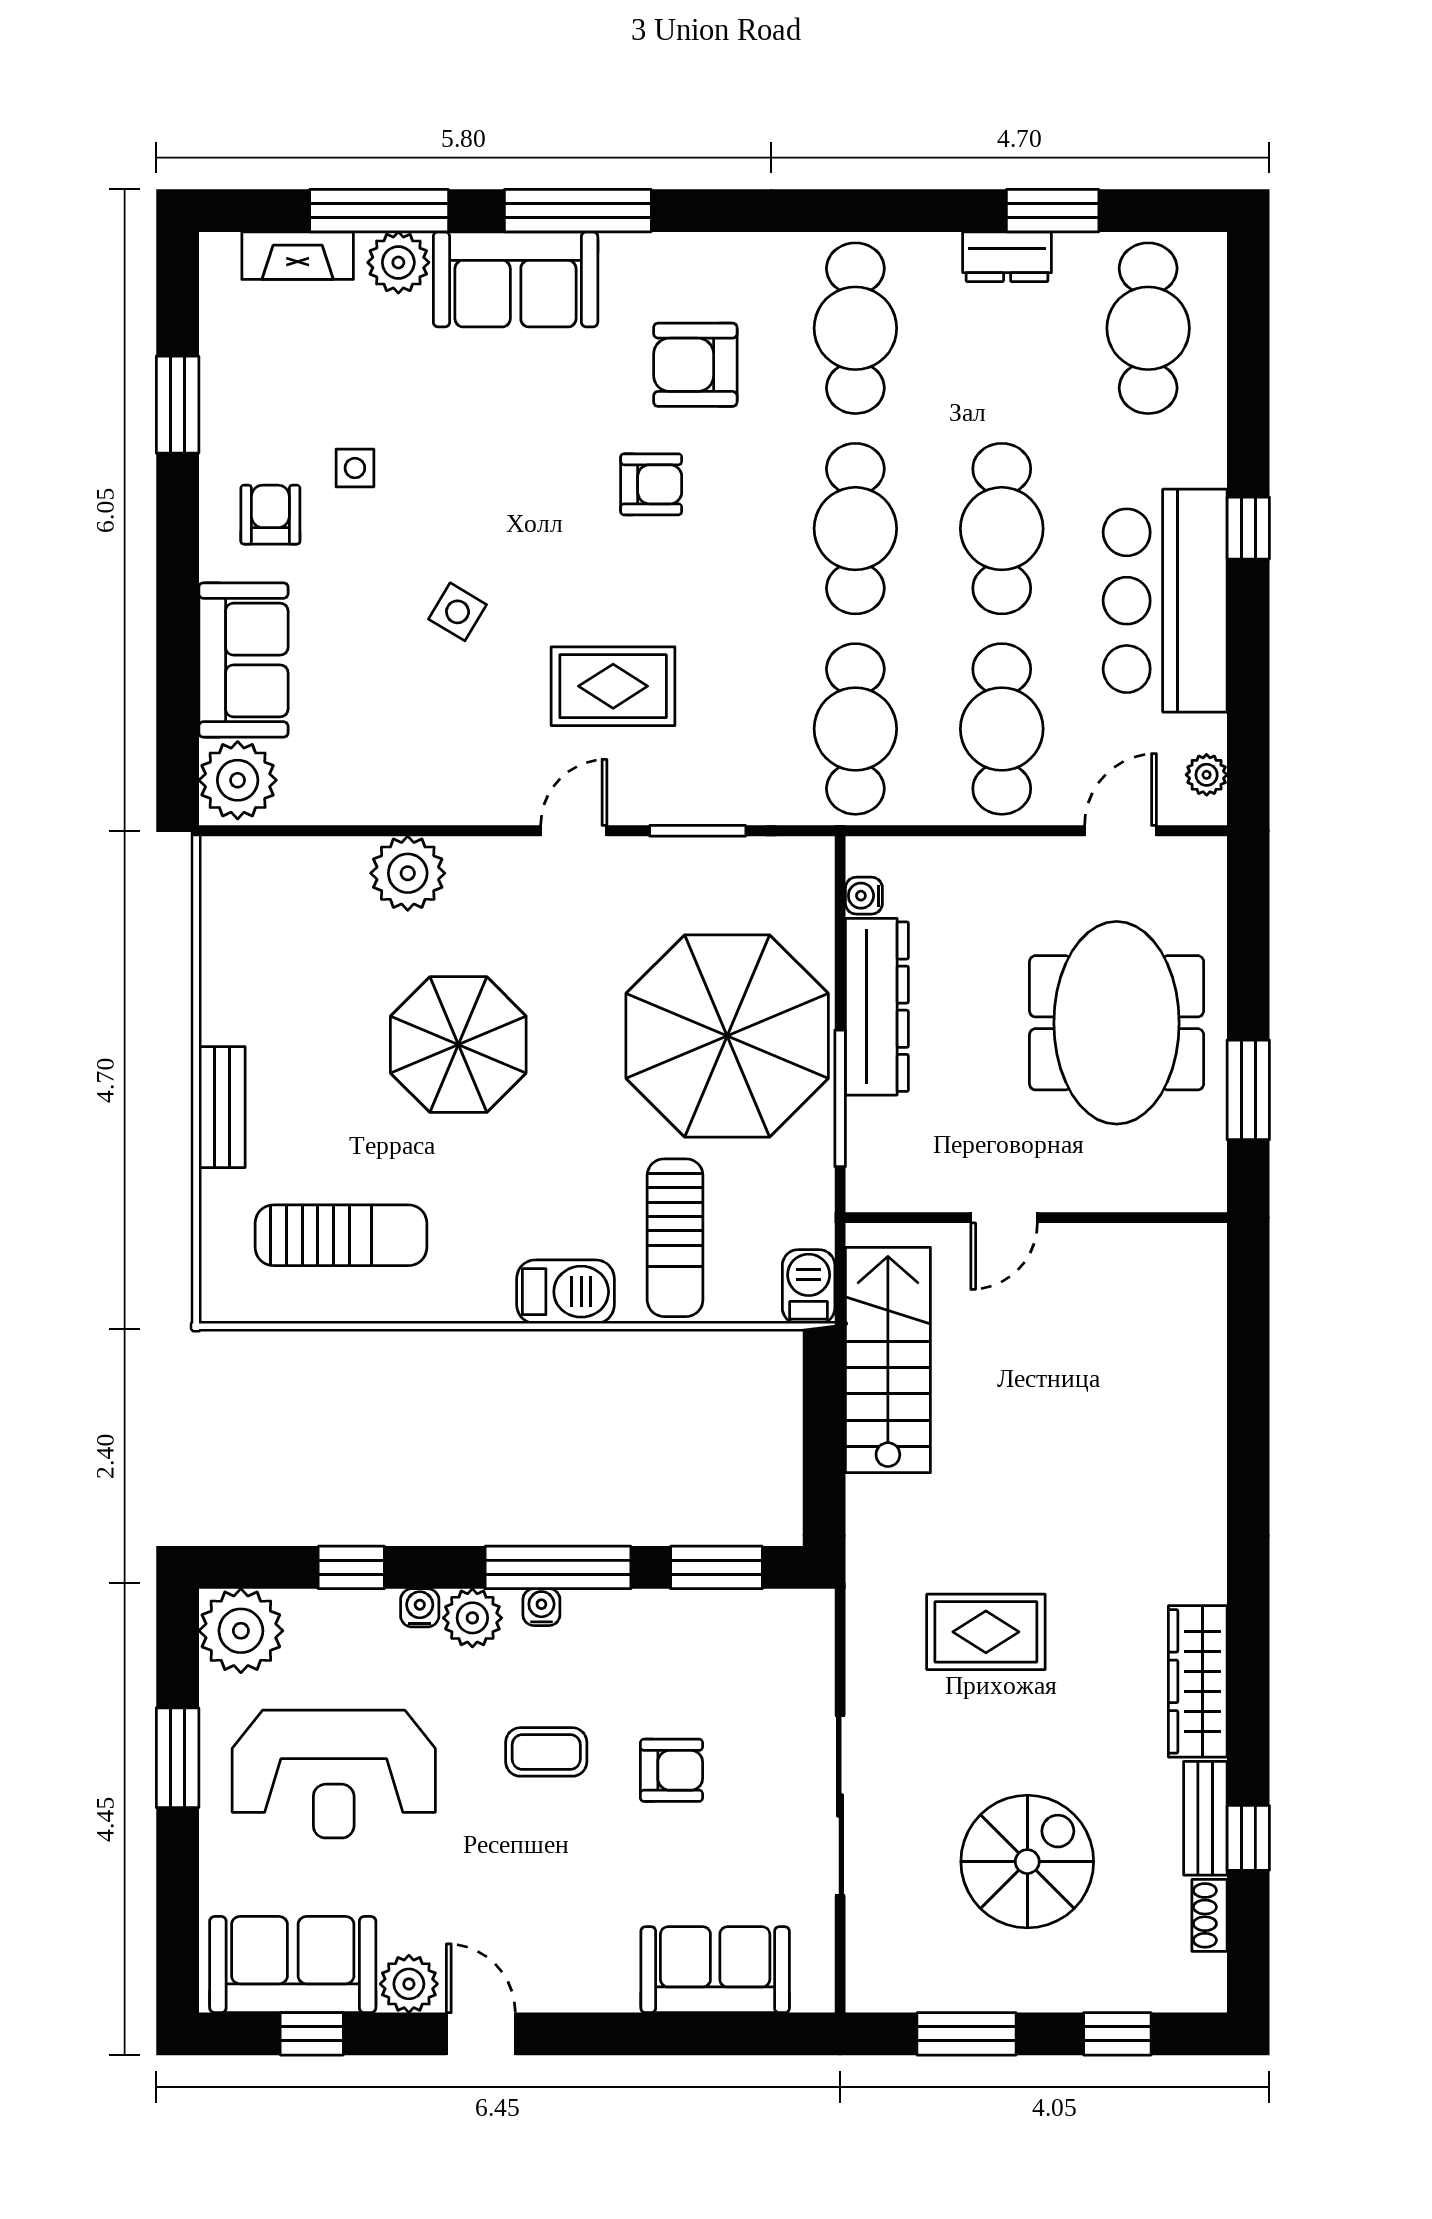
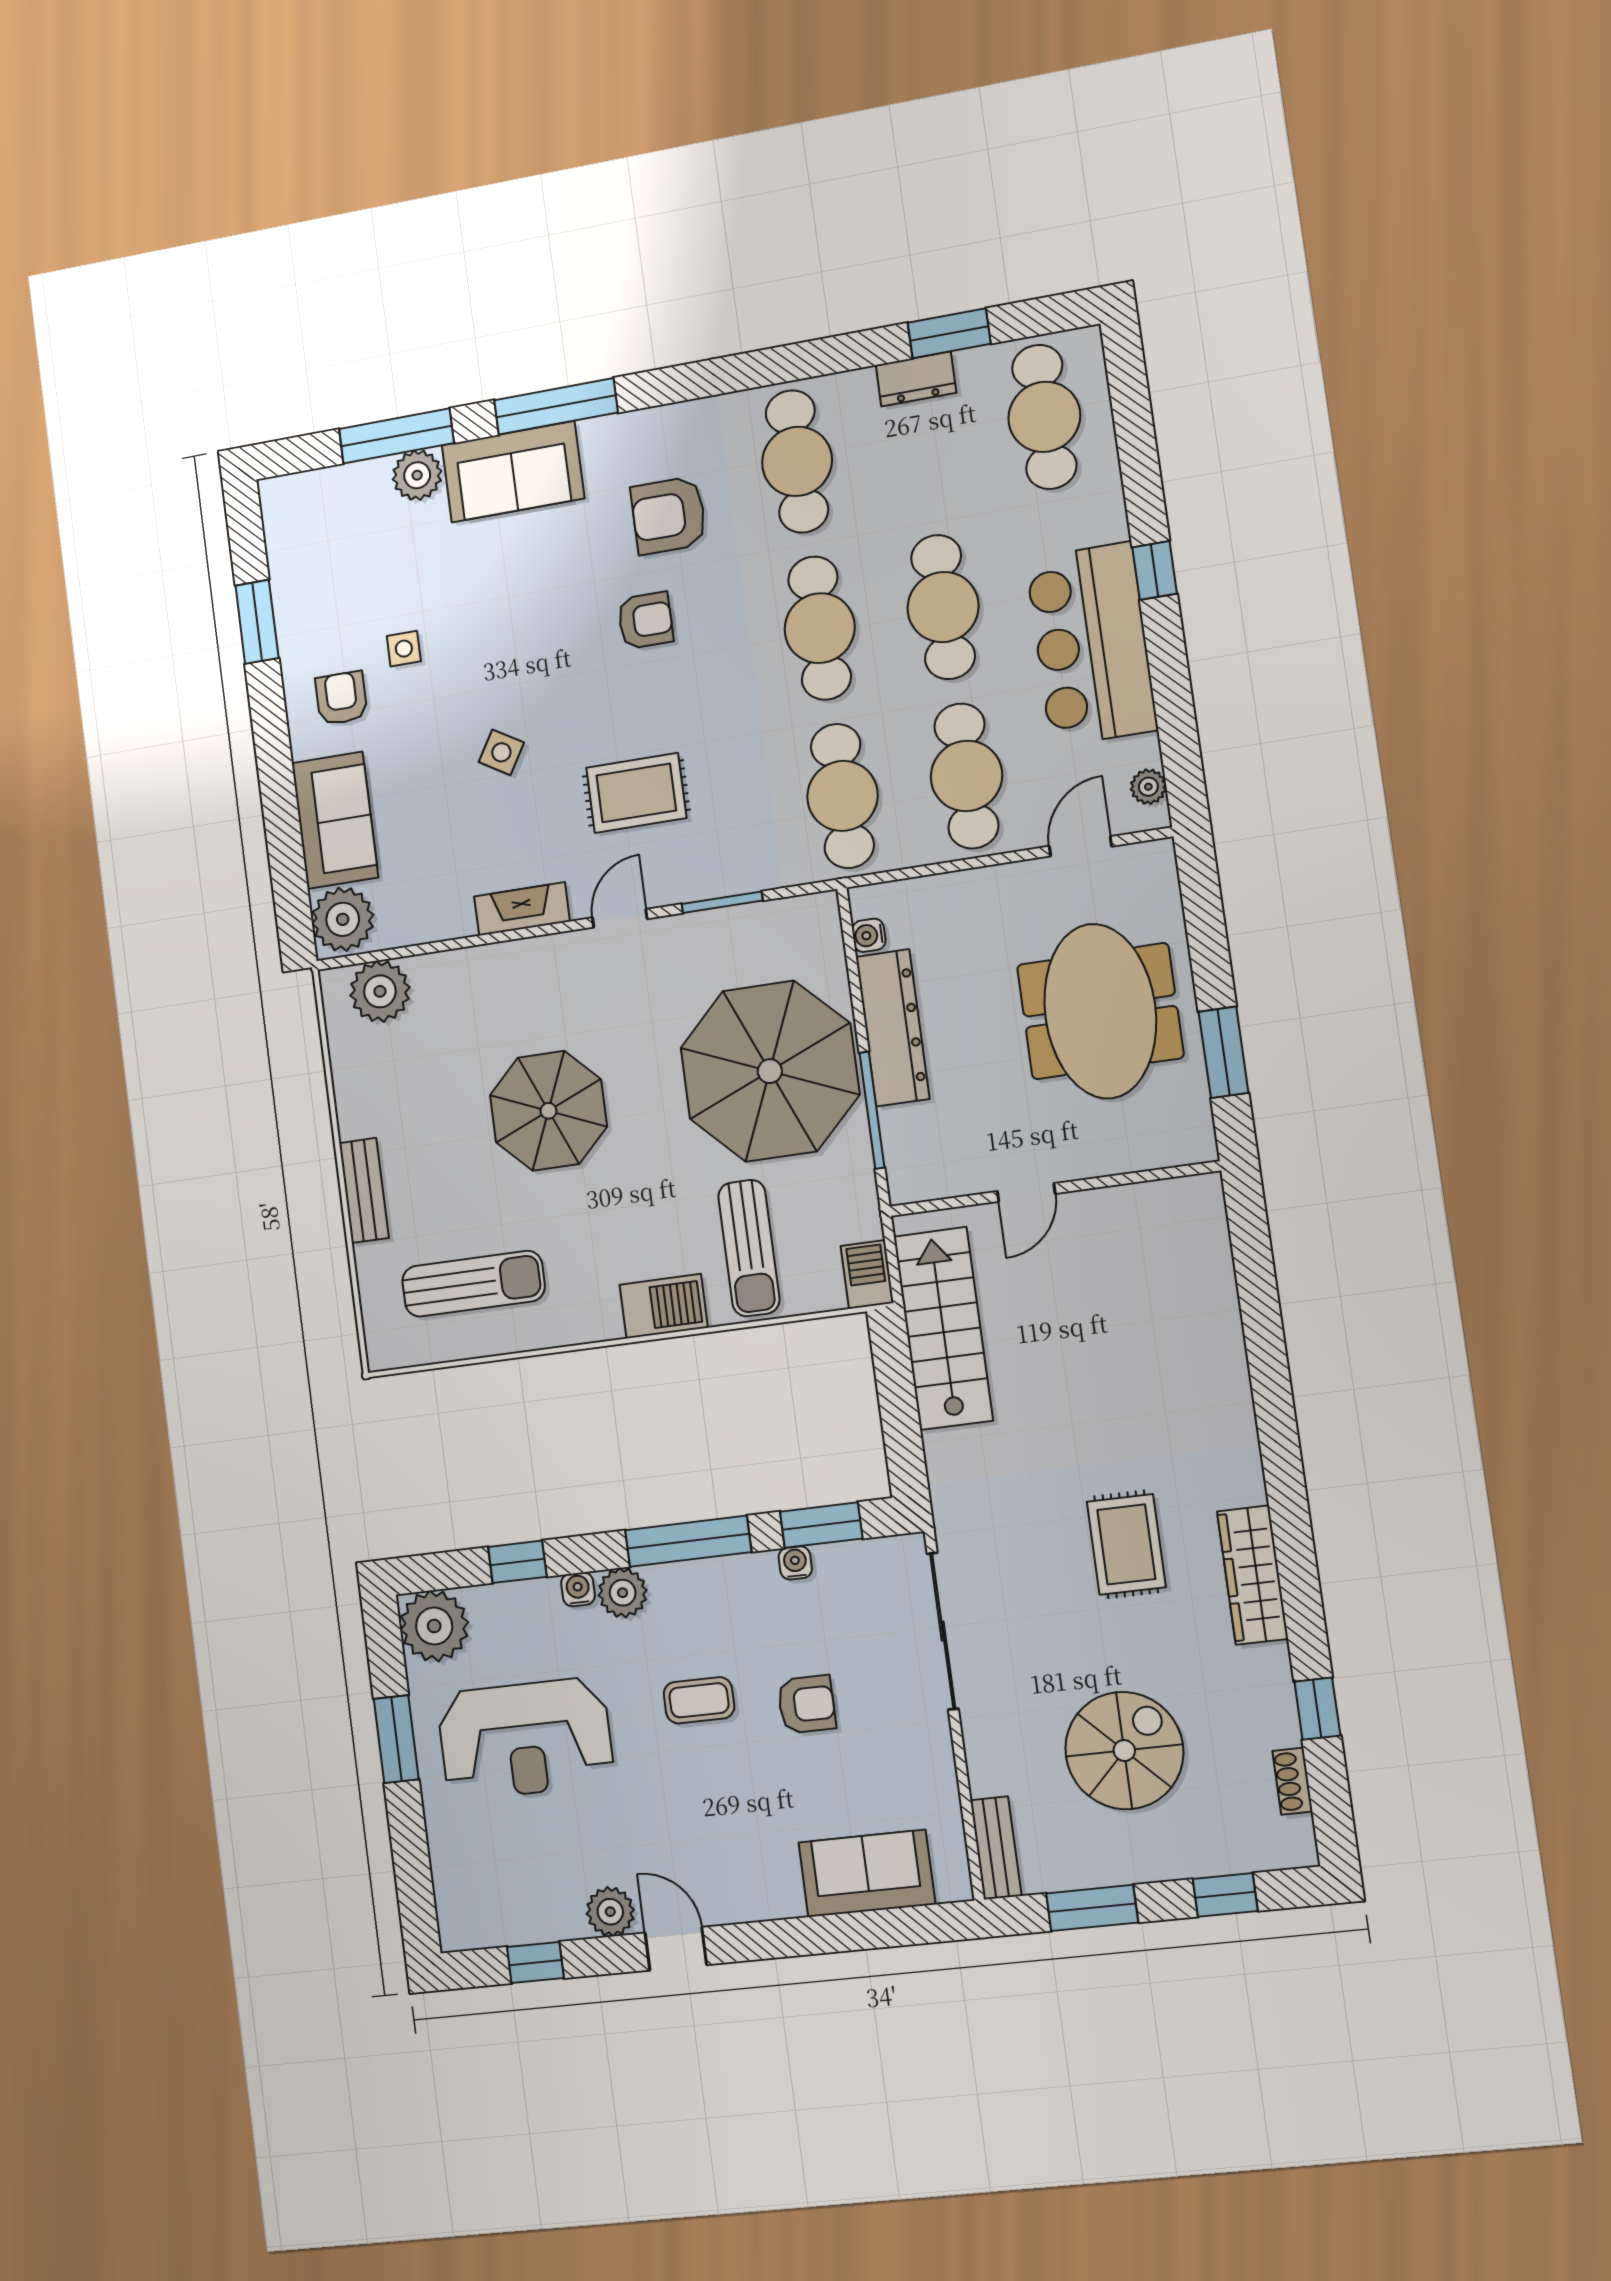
fireplace: (298, 256) -> (522, 909), moved, turned 180
plant: (408, 873) -> (380, 991), moved
water cooler: (541, 1607) -> (795, 1563), moved
rug: (986, 1632) -> (1126, 1544), moved, turned 90
sliding door: (840, 1806) -> (943, 1631), moved
bench: (1205, 1818) -> (996, 1848), moved
sofa: (293, 1965) -> (512, 1905), removed

